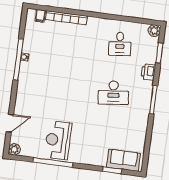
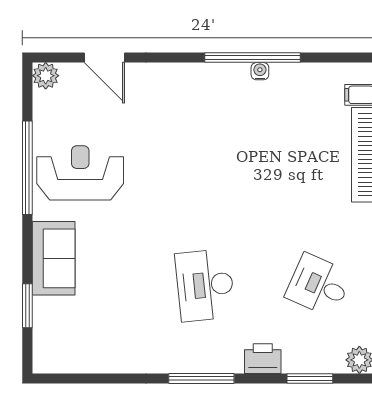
desk: (120, 44) -> (319, 285), turned 30
sofa: (123, 160) -> (54, 258), moved

